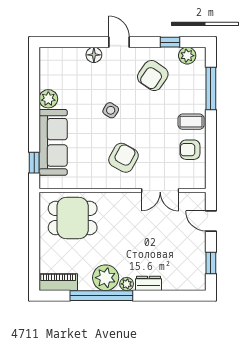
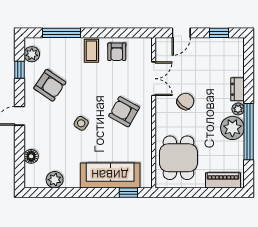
floor lamp: (94, 55) -> (31, 156), moved
plant: (48, 99) -> (55, 180), moved
chair: (135, 226) -> (185, 101), added
piano: (58, 282) -> (223, 180), moved, turned 90

